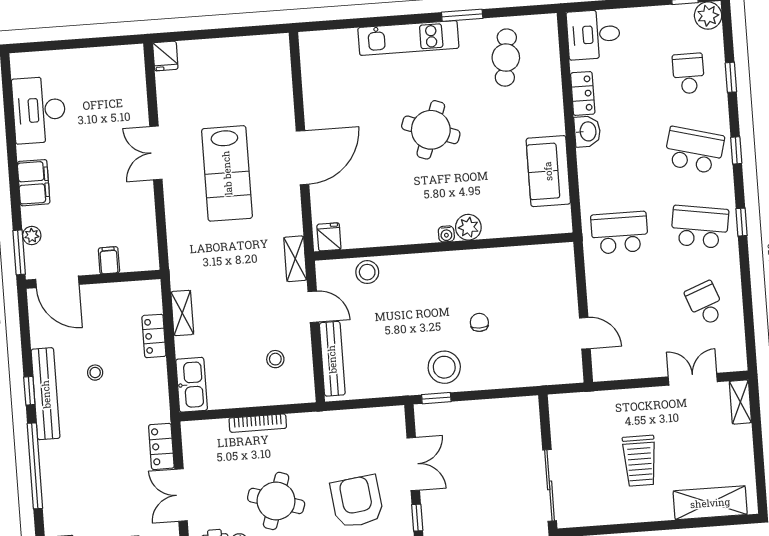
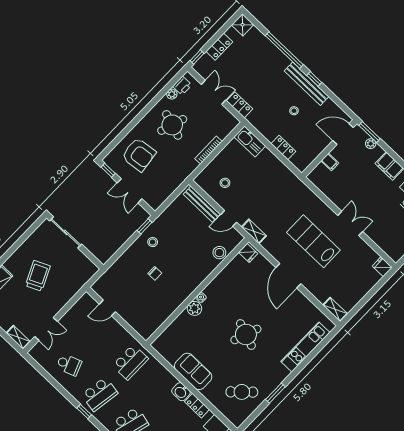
kitchen unit: (408, 38) -> (305, 347), moved
cafe table: (506, 58) -> (242, 392), turned -50
sofa: (548, 171) -> (193, 371), moved
shelving: (182, 313) -> (335, 309), moved
stool: (444, 367) -> (153, 242), width x0.53, depth x0.53
trolley: (640, 461) -> (38, 276), turned 65

